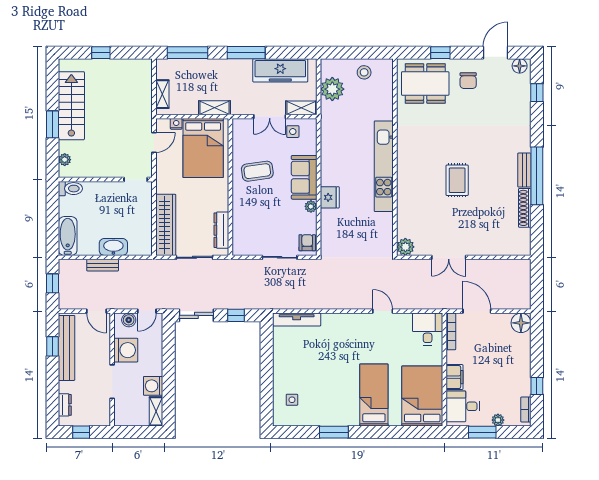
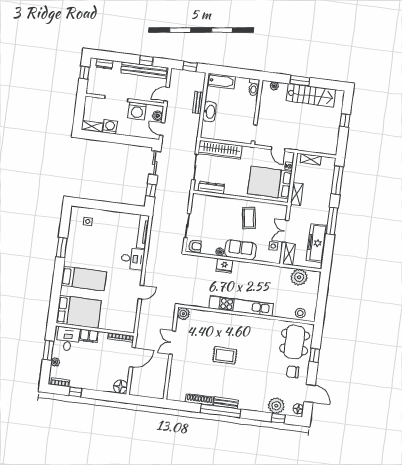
stool: (364, 72) -> (300, 313), moved
plant: (519, 98) -> (276, 406), added
desk: (428, 329) -> (133, 259), moved

